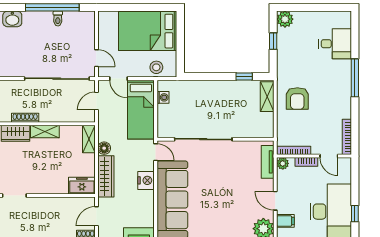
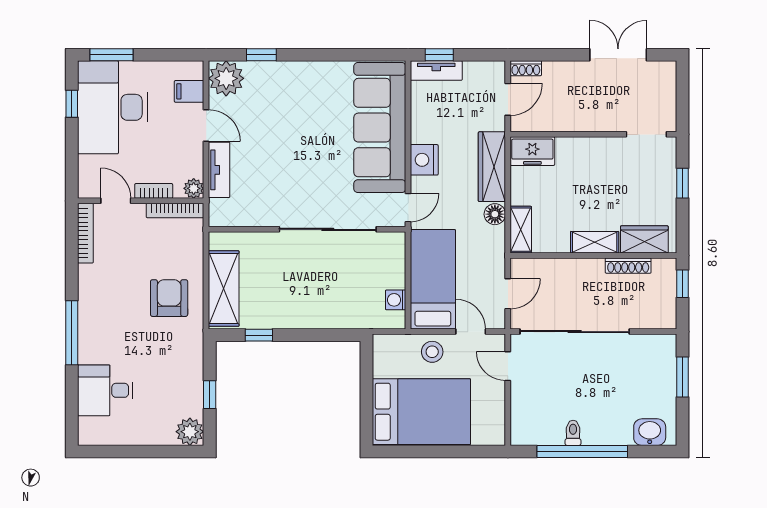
stool: (156, 67) -> (432, 352), moved
shelving: (267, 97) -> (224, 289), width x1.50, depth x1.33
door: (156, 152) -> (408, 208), swing flipped
tv unit: (268, 162) -> (219, 170), moved

